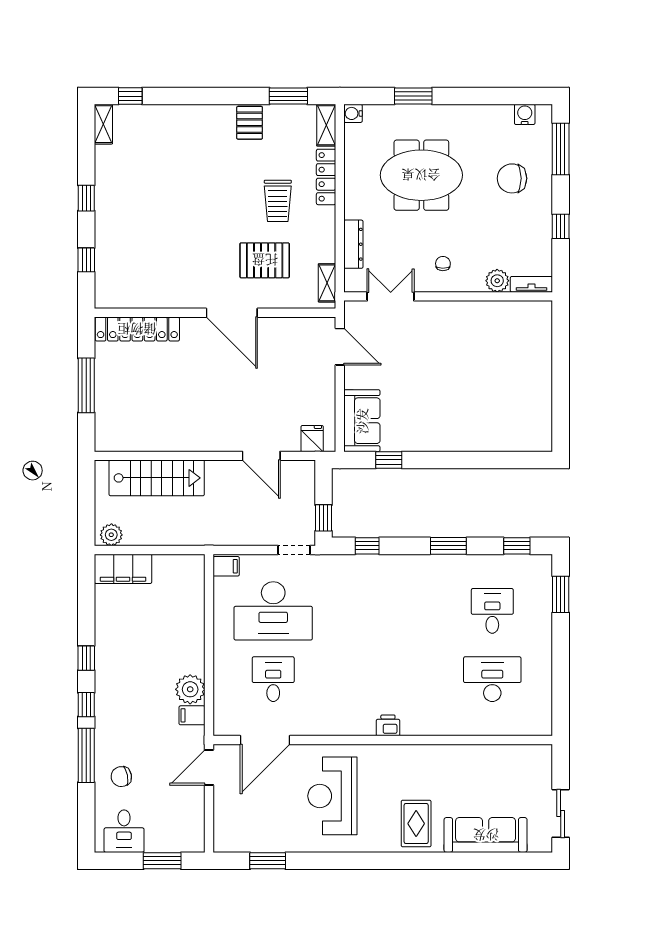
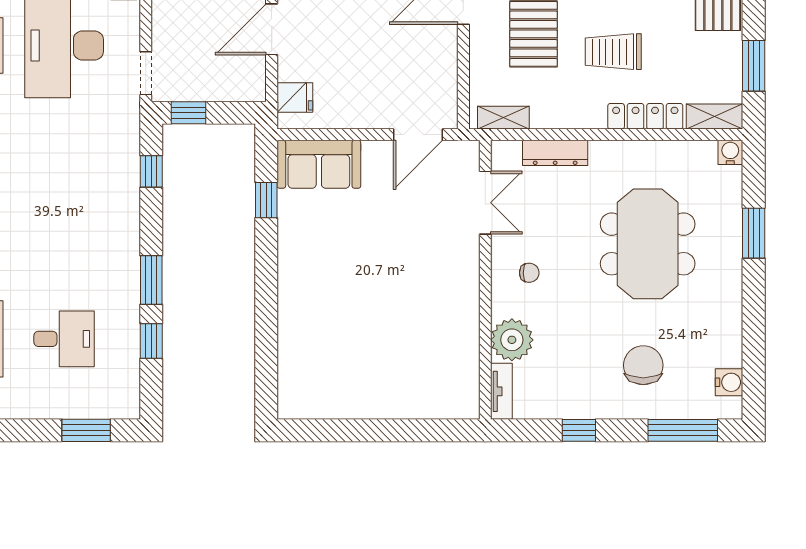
plant: (497, 281) -> (512, 340), width x1.36, depth x1.36
window: (517, 546) -> (151, 341), moved

